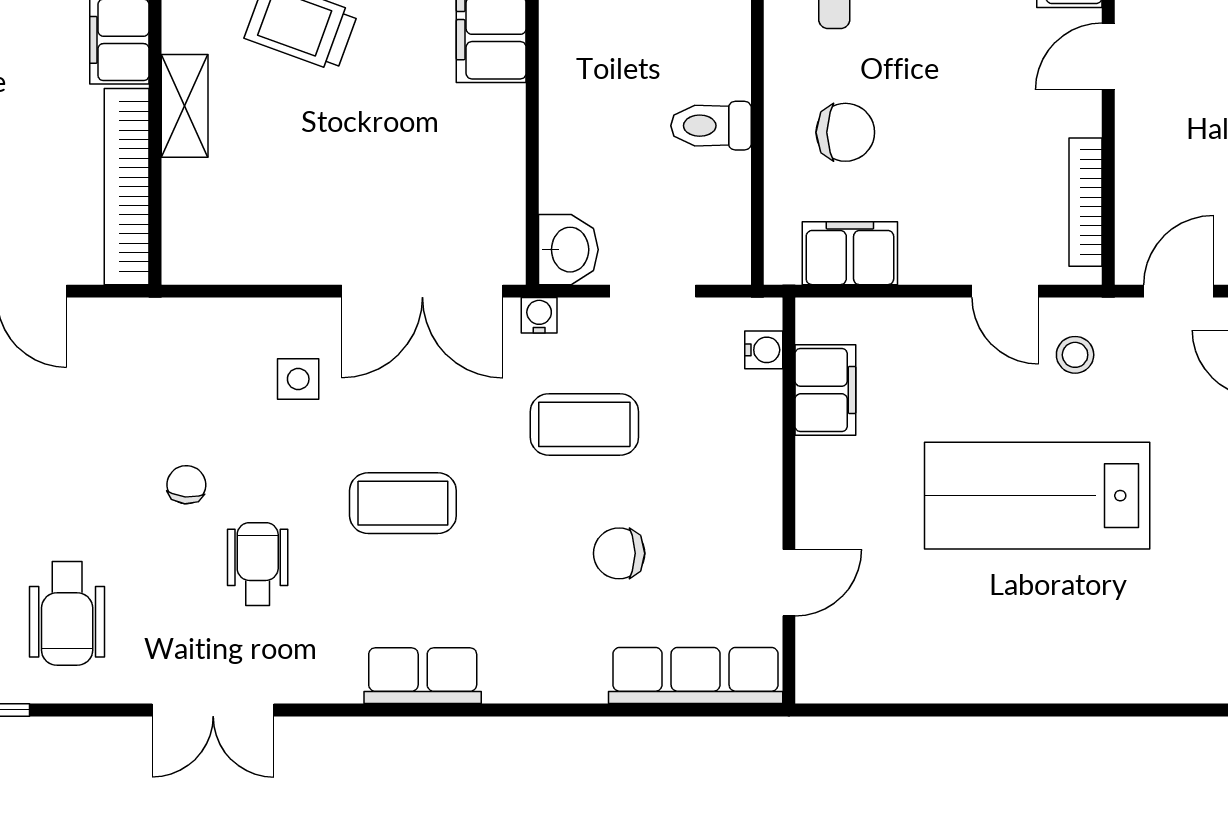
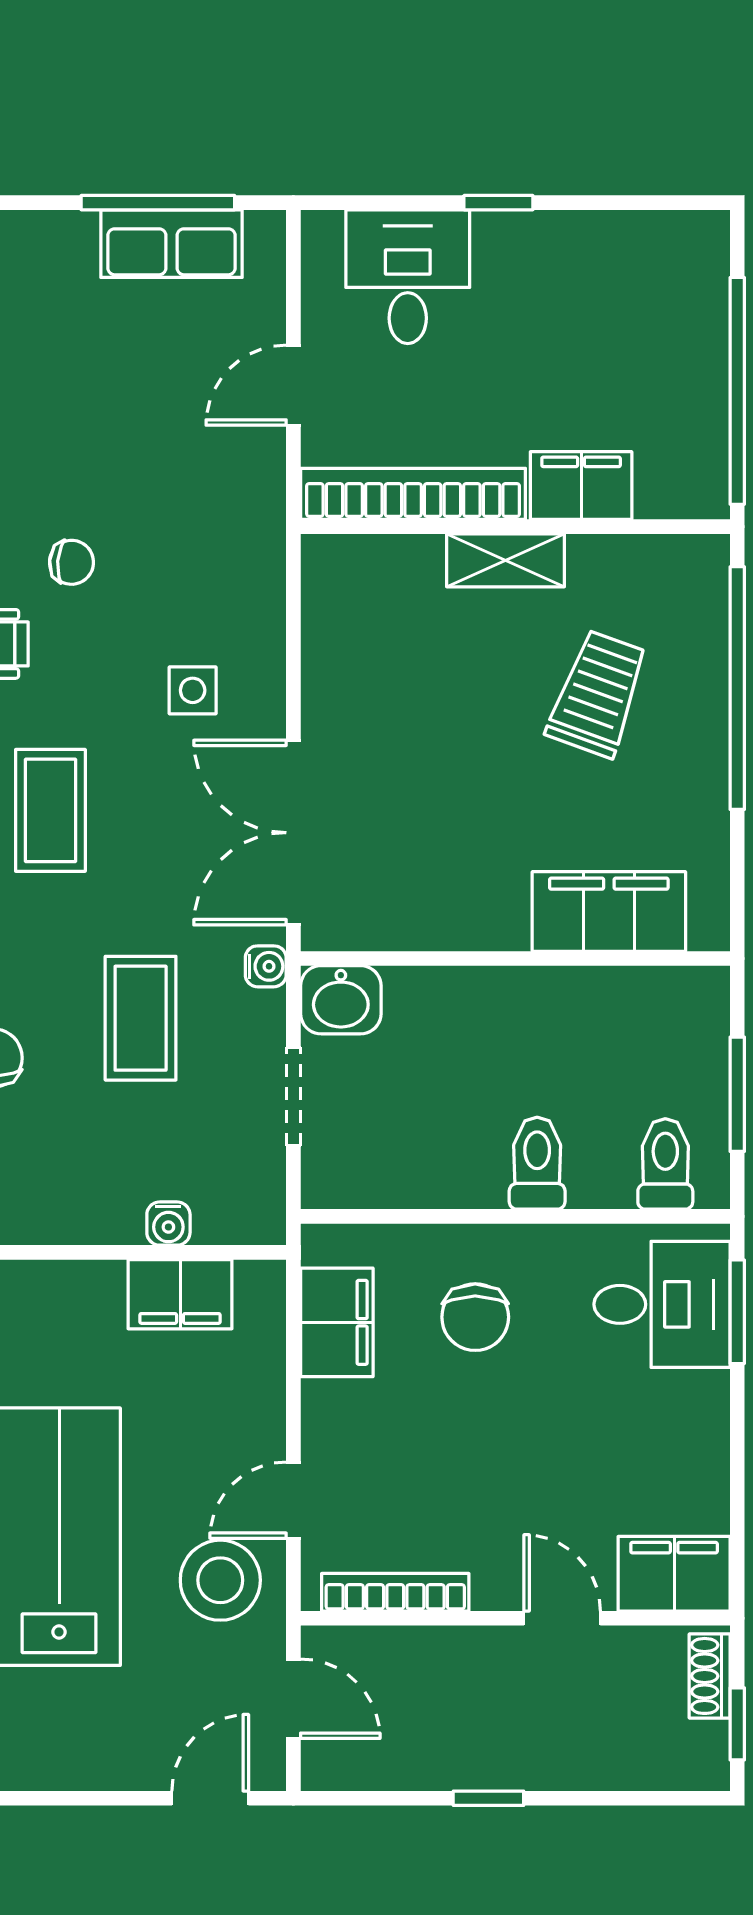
toilet: (711, 126) -> (537, 1163), moved
water cooler: (764, 350) -> (168, 1224), moved
stool: (1075, 355) -> (220, 1580), width x1.89, depth x1.89

